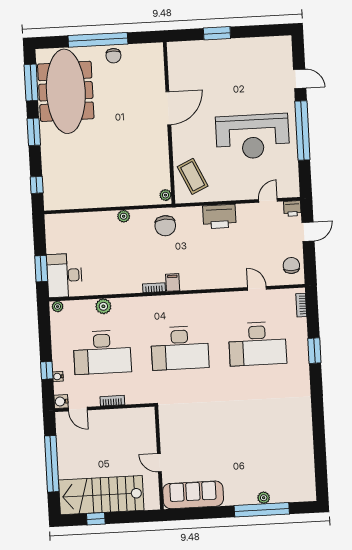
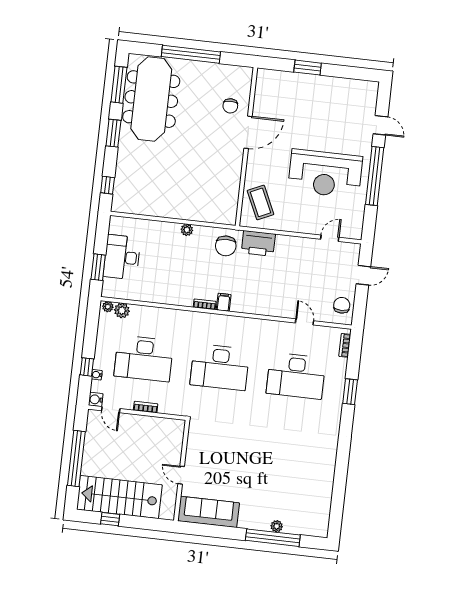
chair: (113, 56) -> (230, 106), moved
plant: (165, 195) -> (231, 216), removed
printer: (292, 209) -> (352, 250), removed
printer: (219, 216) -> (258, 243), moved
desk: (64, 275) -> (122, 257), moved
plant: (103, 306) -> (122, 311), moved

